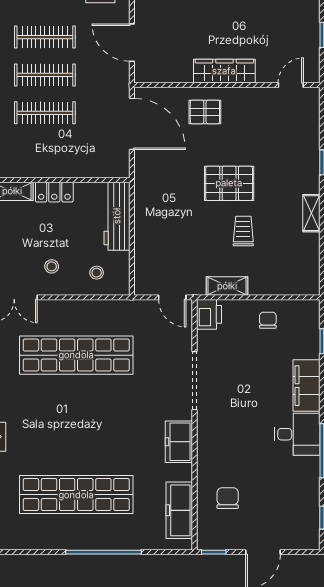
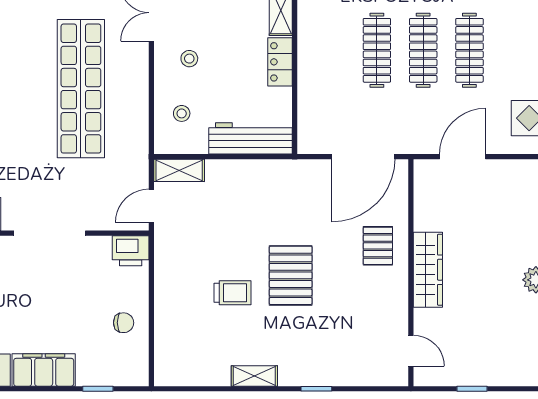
shelving: (227, 286) -> (179, 170), moved, turned 90

